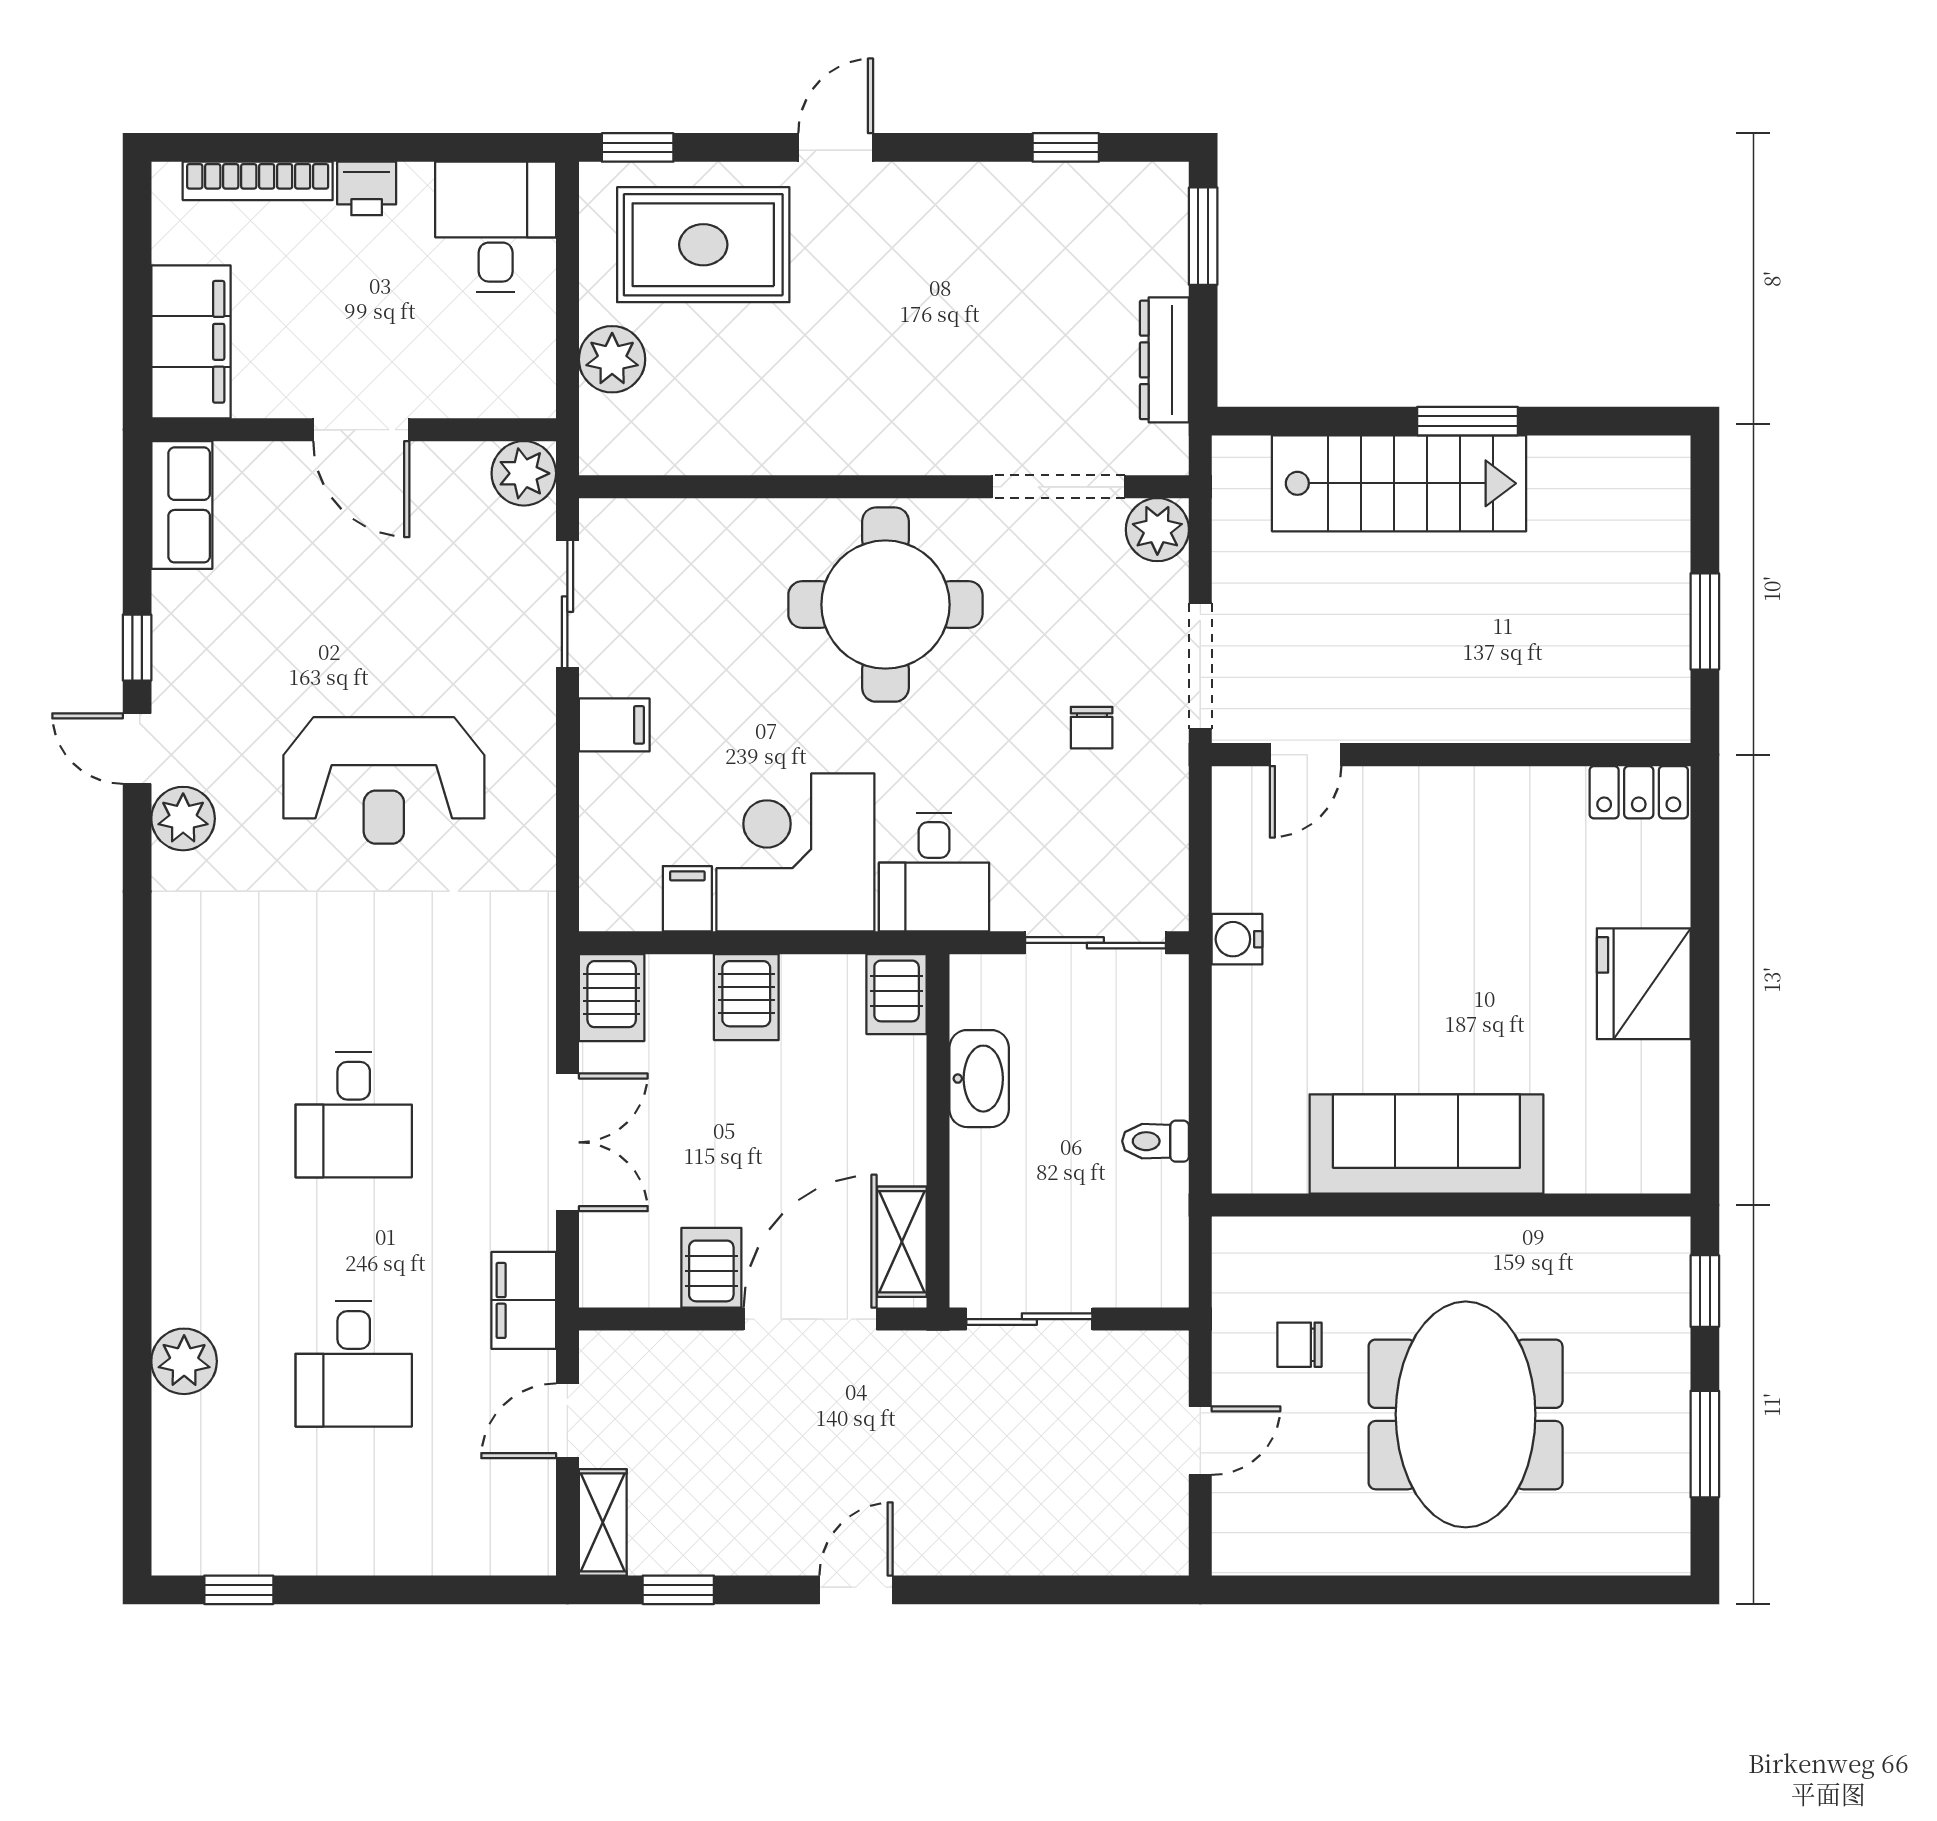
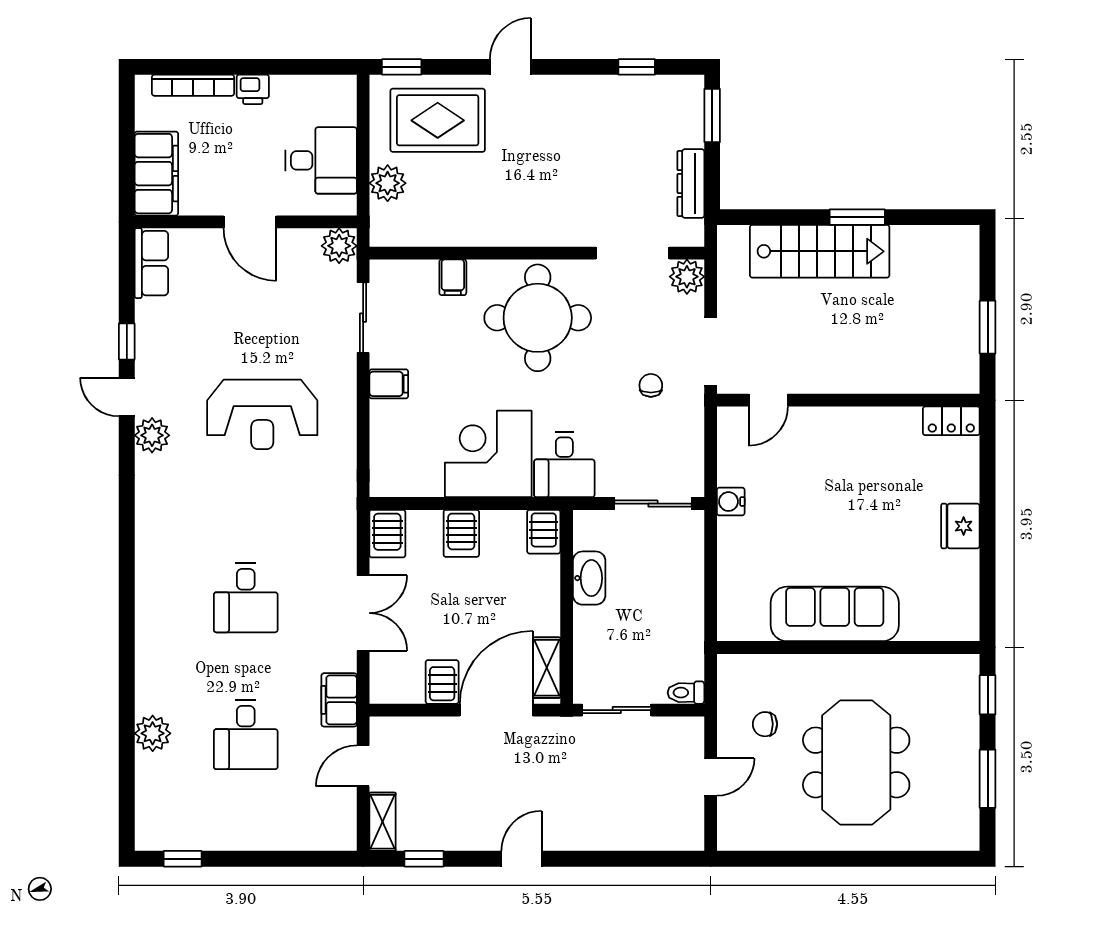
desk: (496, 227) -> (321, 160), moved, turned 90
chair: (1092, 728) -> (651, 385), turned 180
filing cabinet: (687, 899) -> (453, 277), moved, turned 180
fridge: (1644, 984) -> (960, 526), width x0.73, depth x0.75
toilet: (1156, 1141) -> (686, 693), moved

